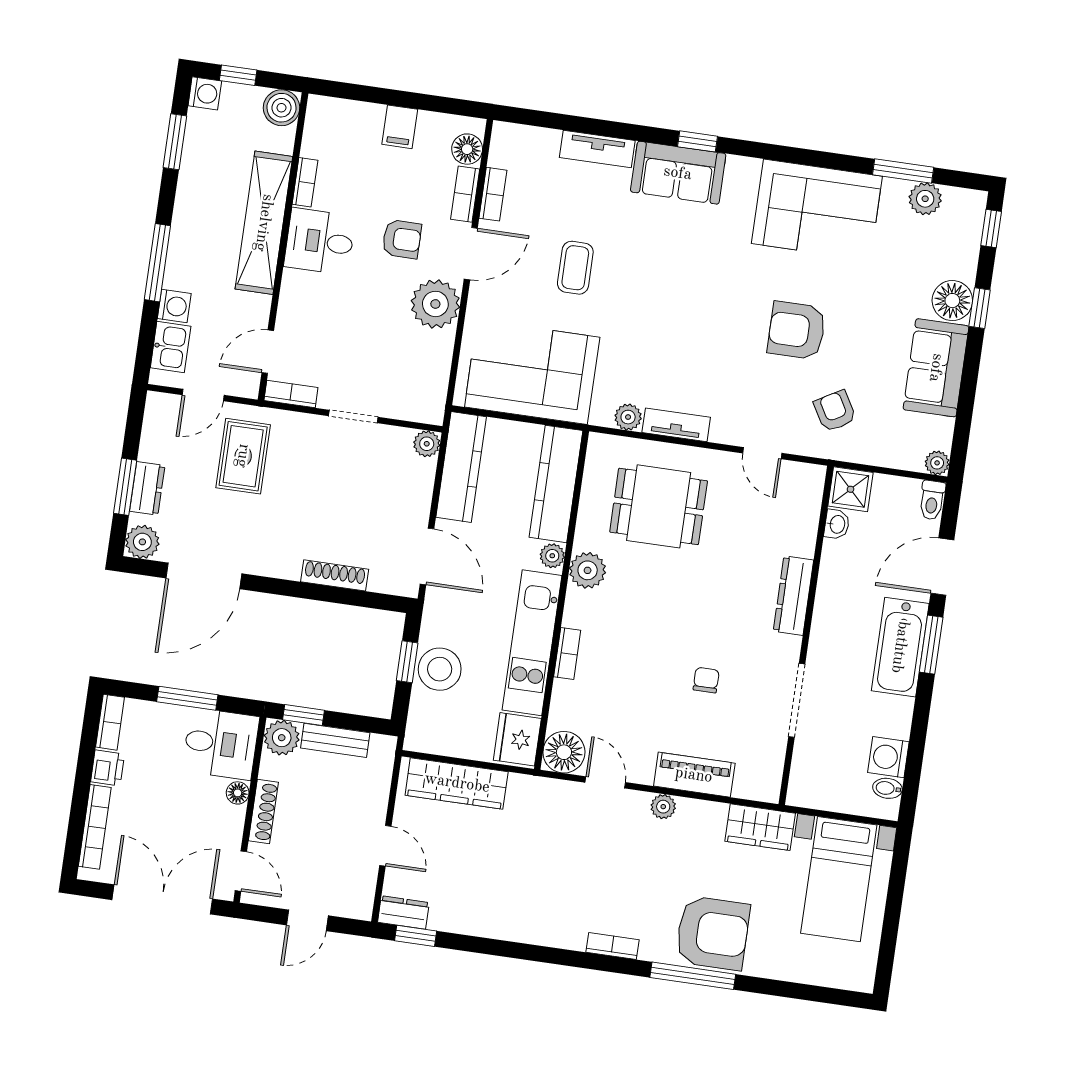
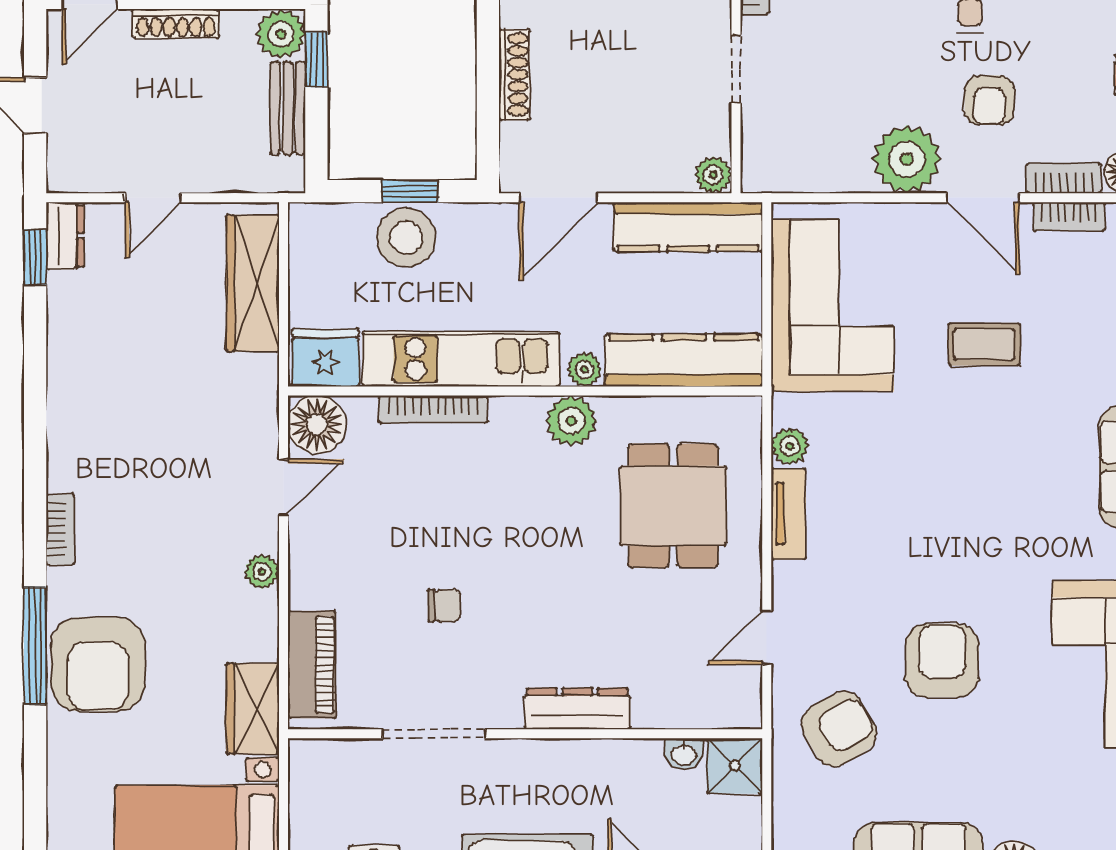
armchair: (835, 411) -> (839, 729), width x1.38, depth x1.38
bookcase: (567, 654) -> (433, 409), width x1.56
piano: (694, 775) -> (312, 665), moved

